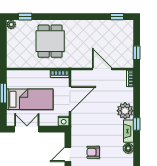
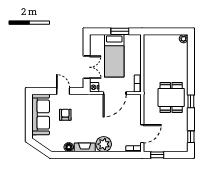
window: (25, 17) -> (191, 101), moved
dining table: (50, 41) -> (171, 97), moved, turned 90
door: (102, 69) -> (142, 134), moved
door: (70, 99) -> (115, 93), hinge flipped
window: (137, 124) -> (91, 155), removed
double door: (27, 129) -> (87, 67), moved

